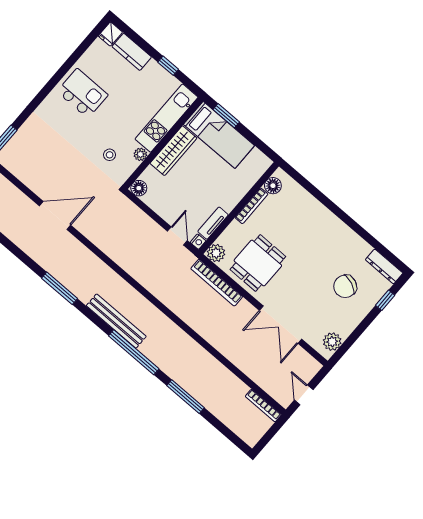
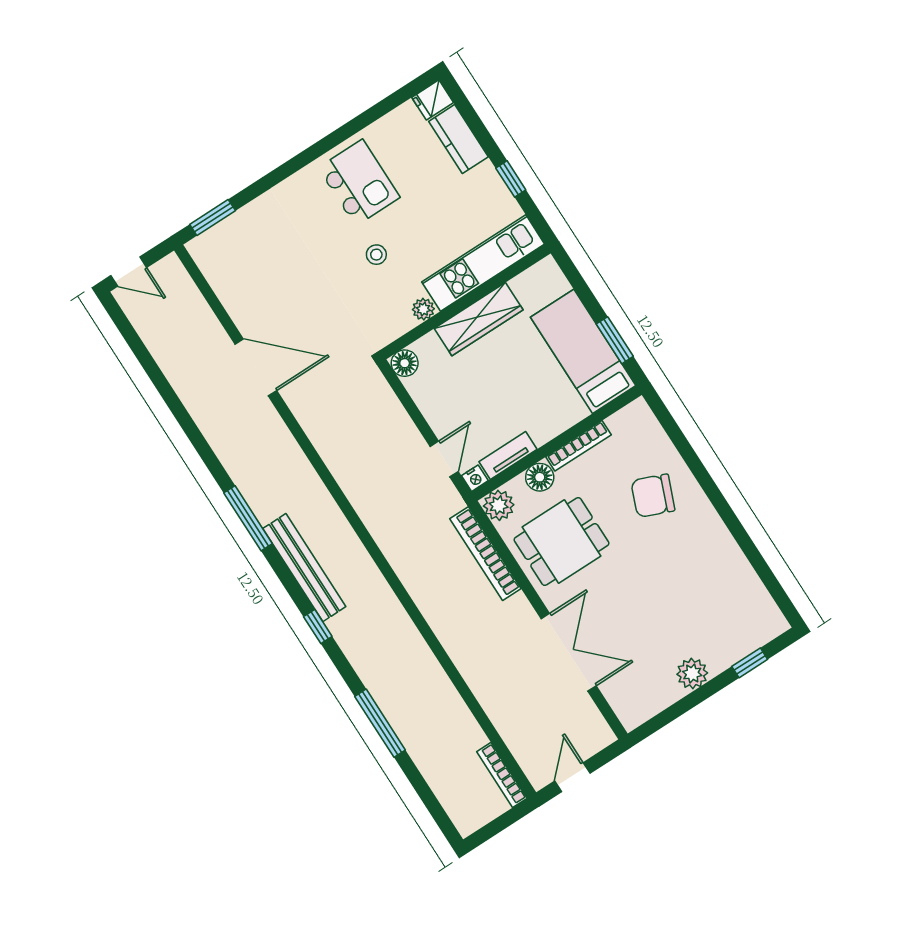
window: (226, 116) -> (615, 340), moved
bed: (219, 135) -> (583, 351), moved, turned 180
stool: (110, 155) -> (376, 255), moved
floor lamp: (273, 186) -> (540, 477), moved
dresser: (384, 266) -> (764, 608), removed
chair: (345, 286) -> (653, 496), moved
window: (60, 288) -> (248, 518), moved
double door: (281, 325) -> (569, 652), swing flipped
plant: (332, 342) -> (692, 674), moved
window: (134, 352) -> (318, 627), width x0.32

